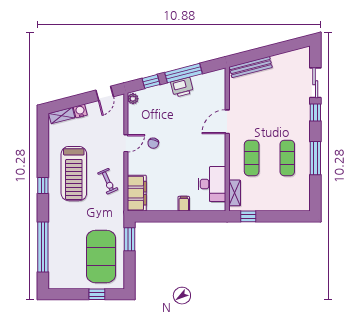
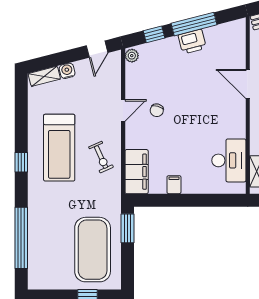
door: (227, 122) -> (248, 84), hinge flipped
filing cabinet: (184, 204) -> (174, 185), moved

